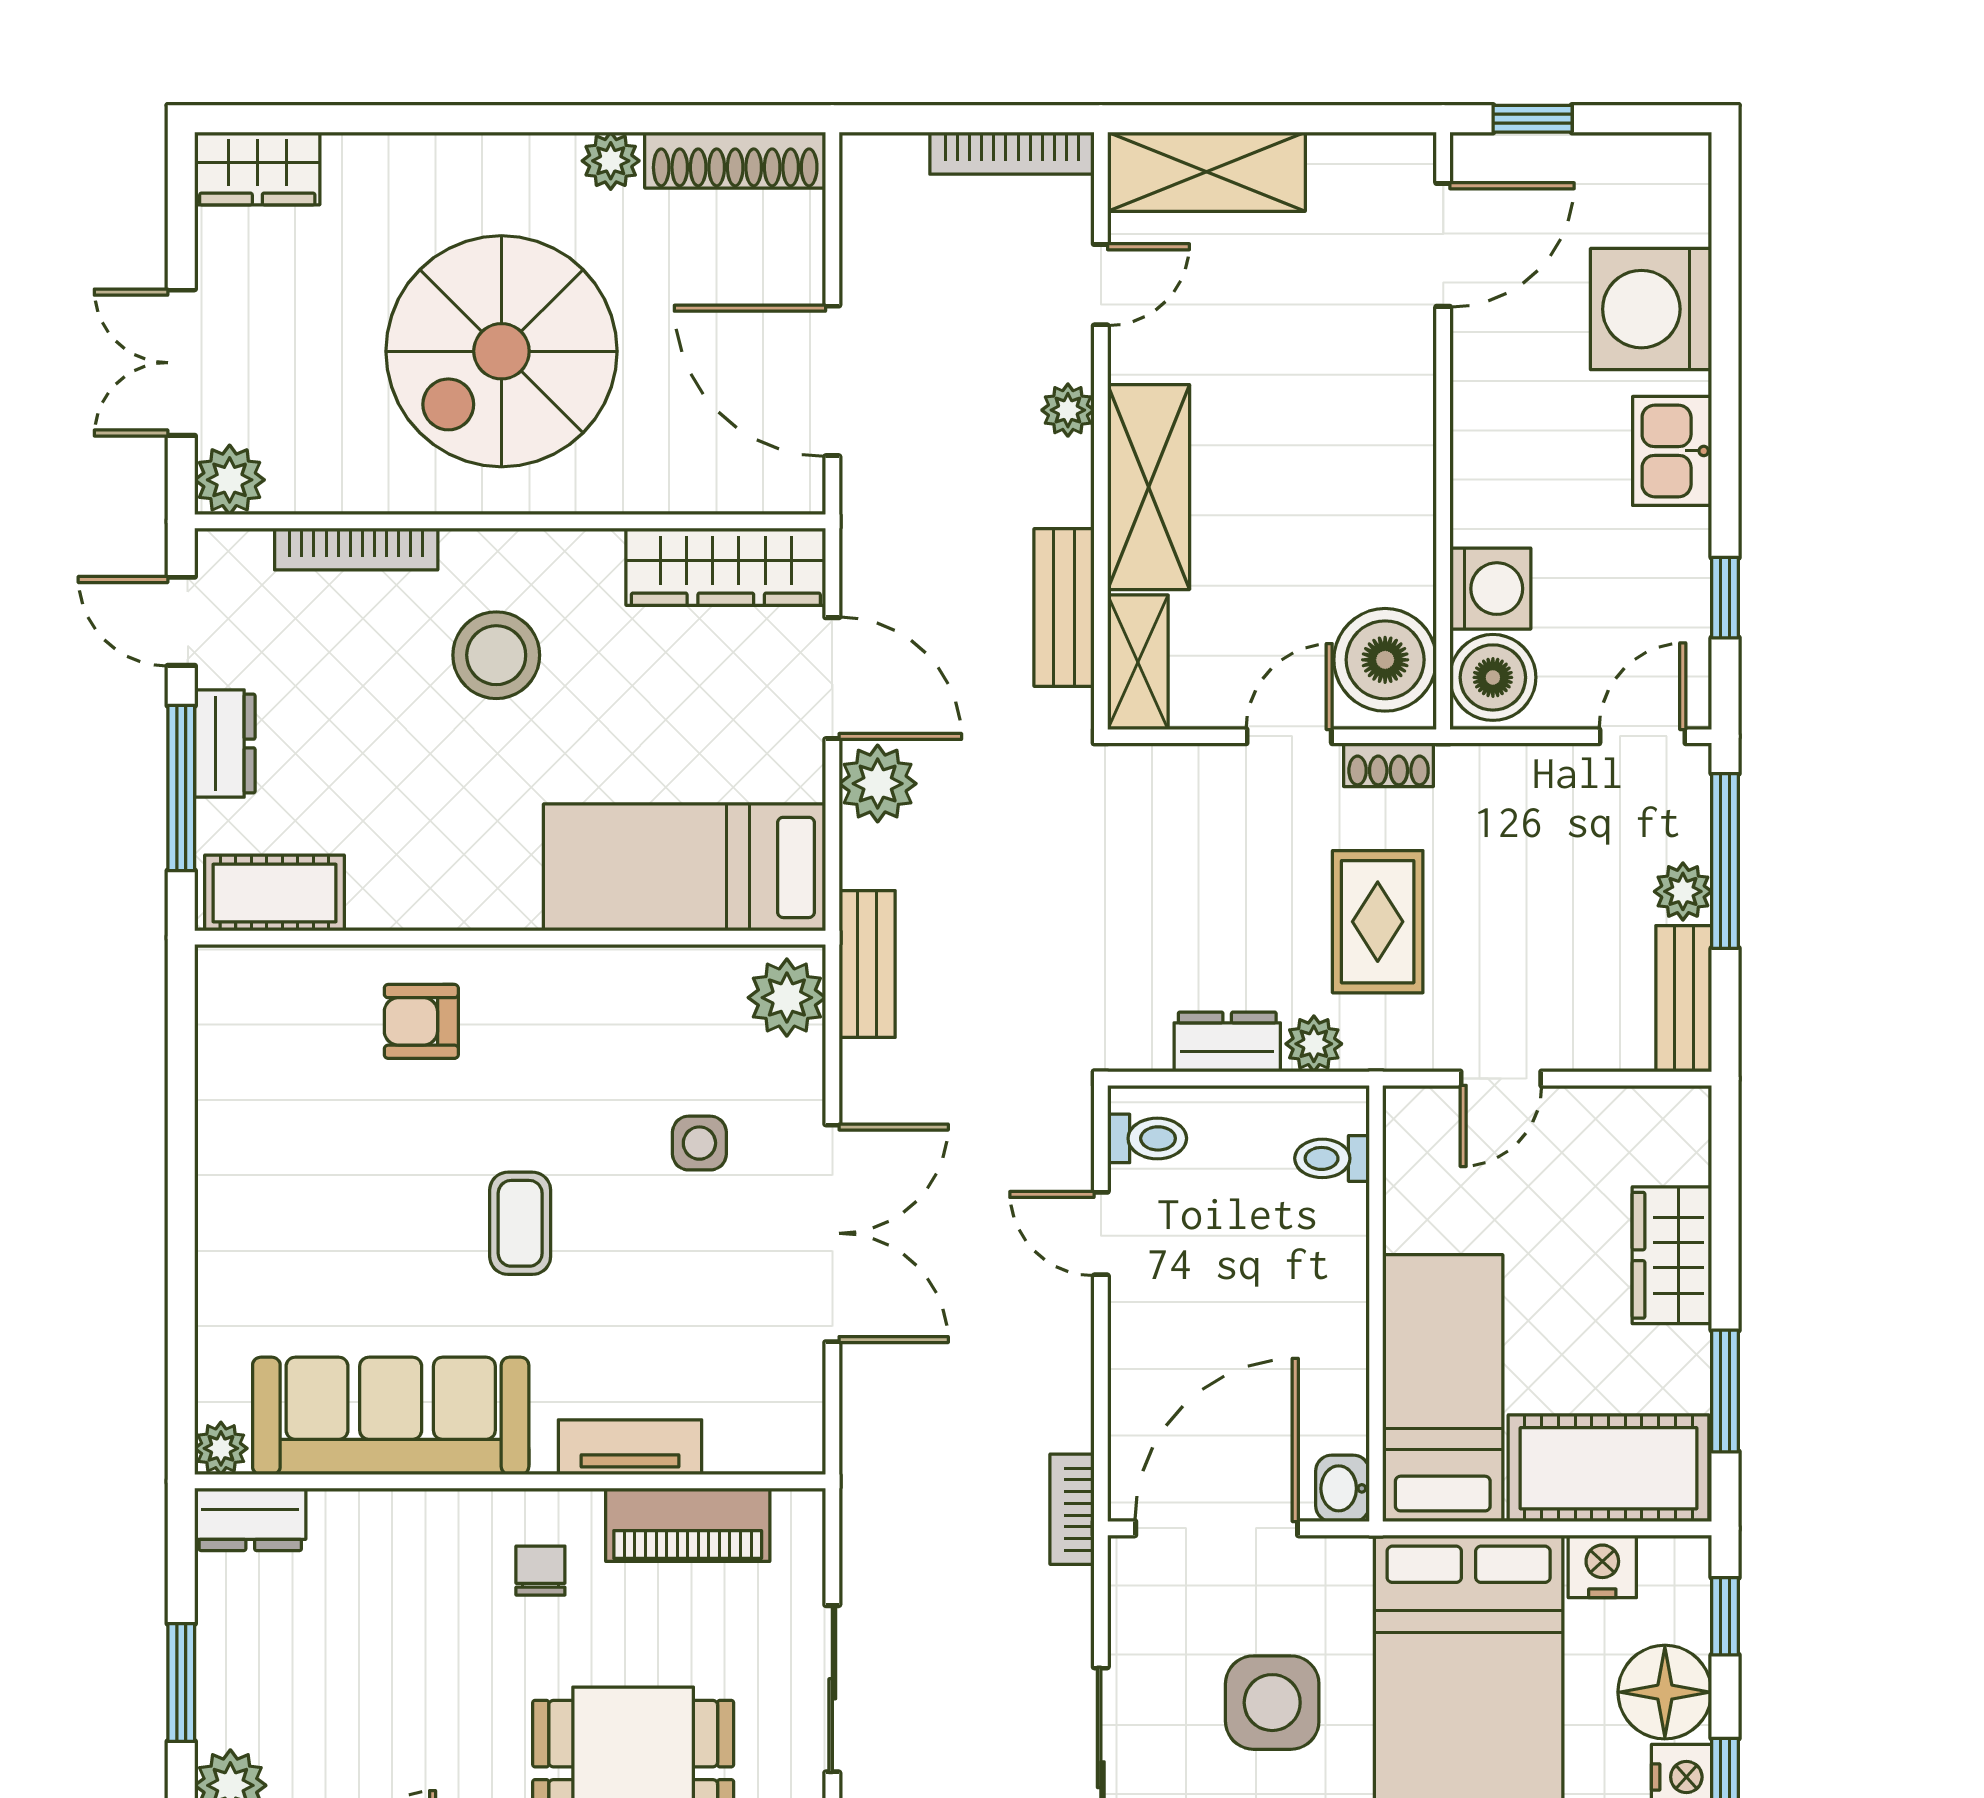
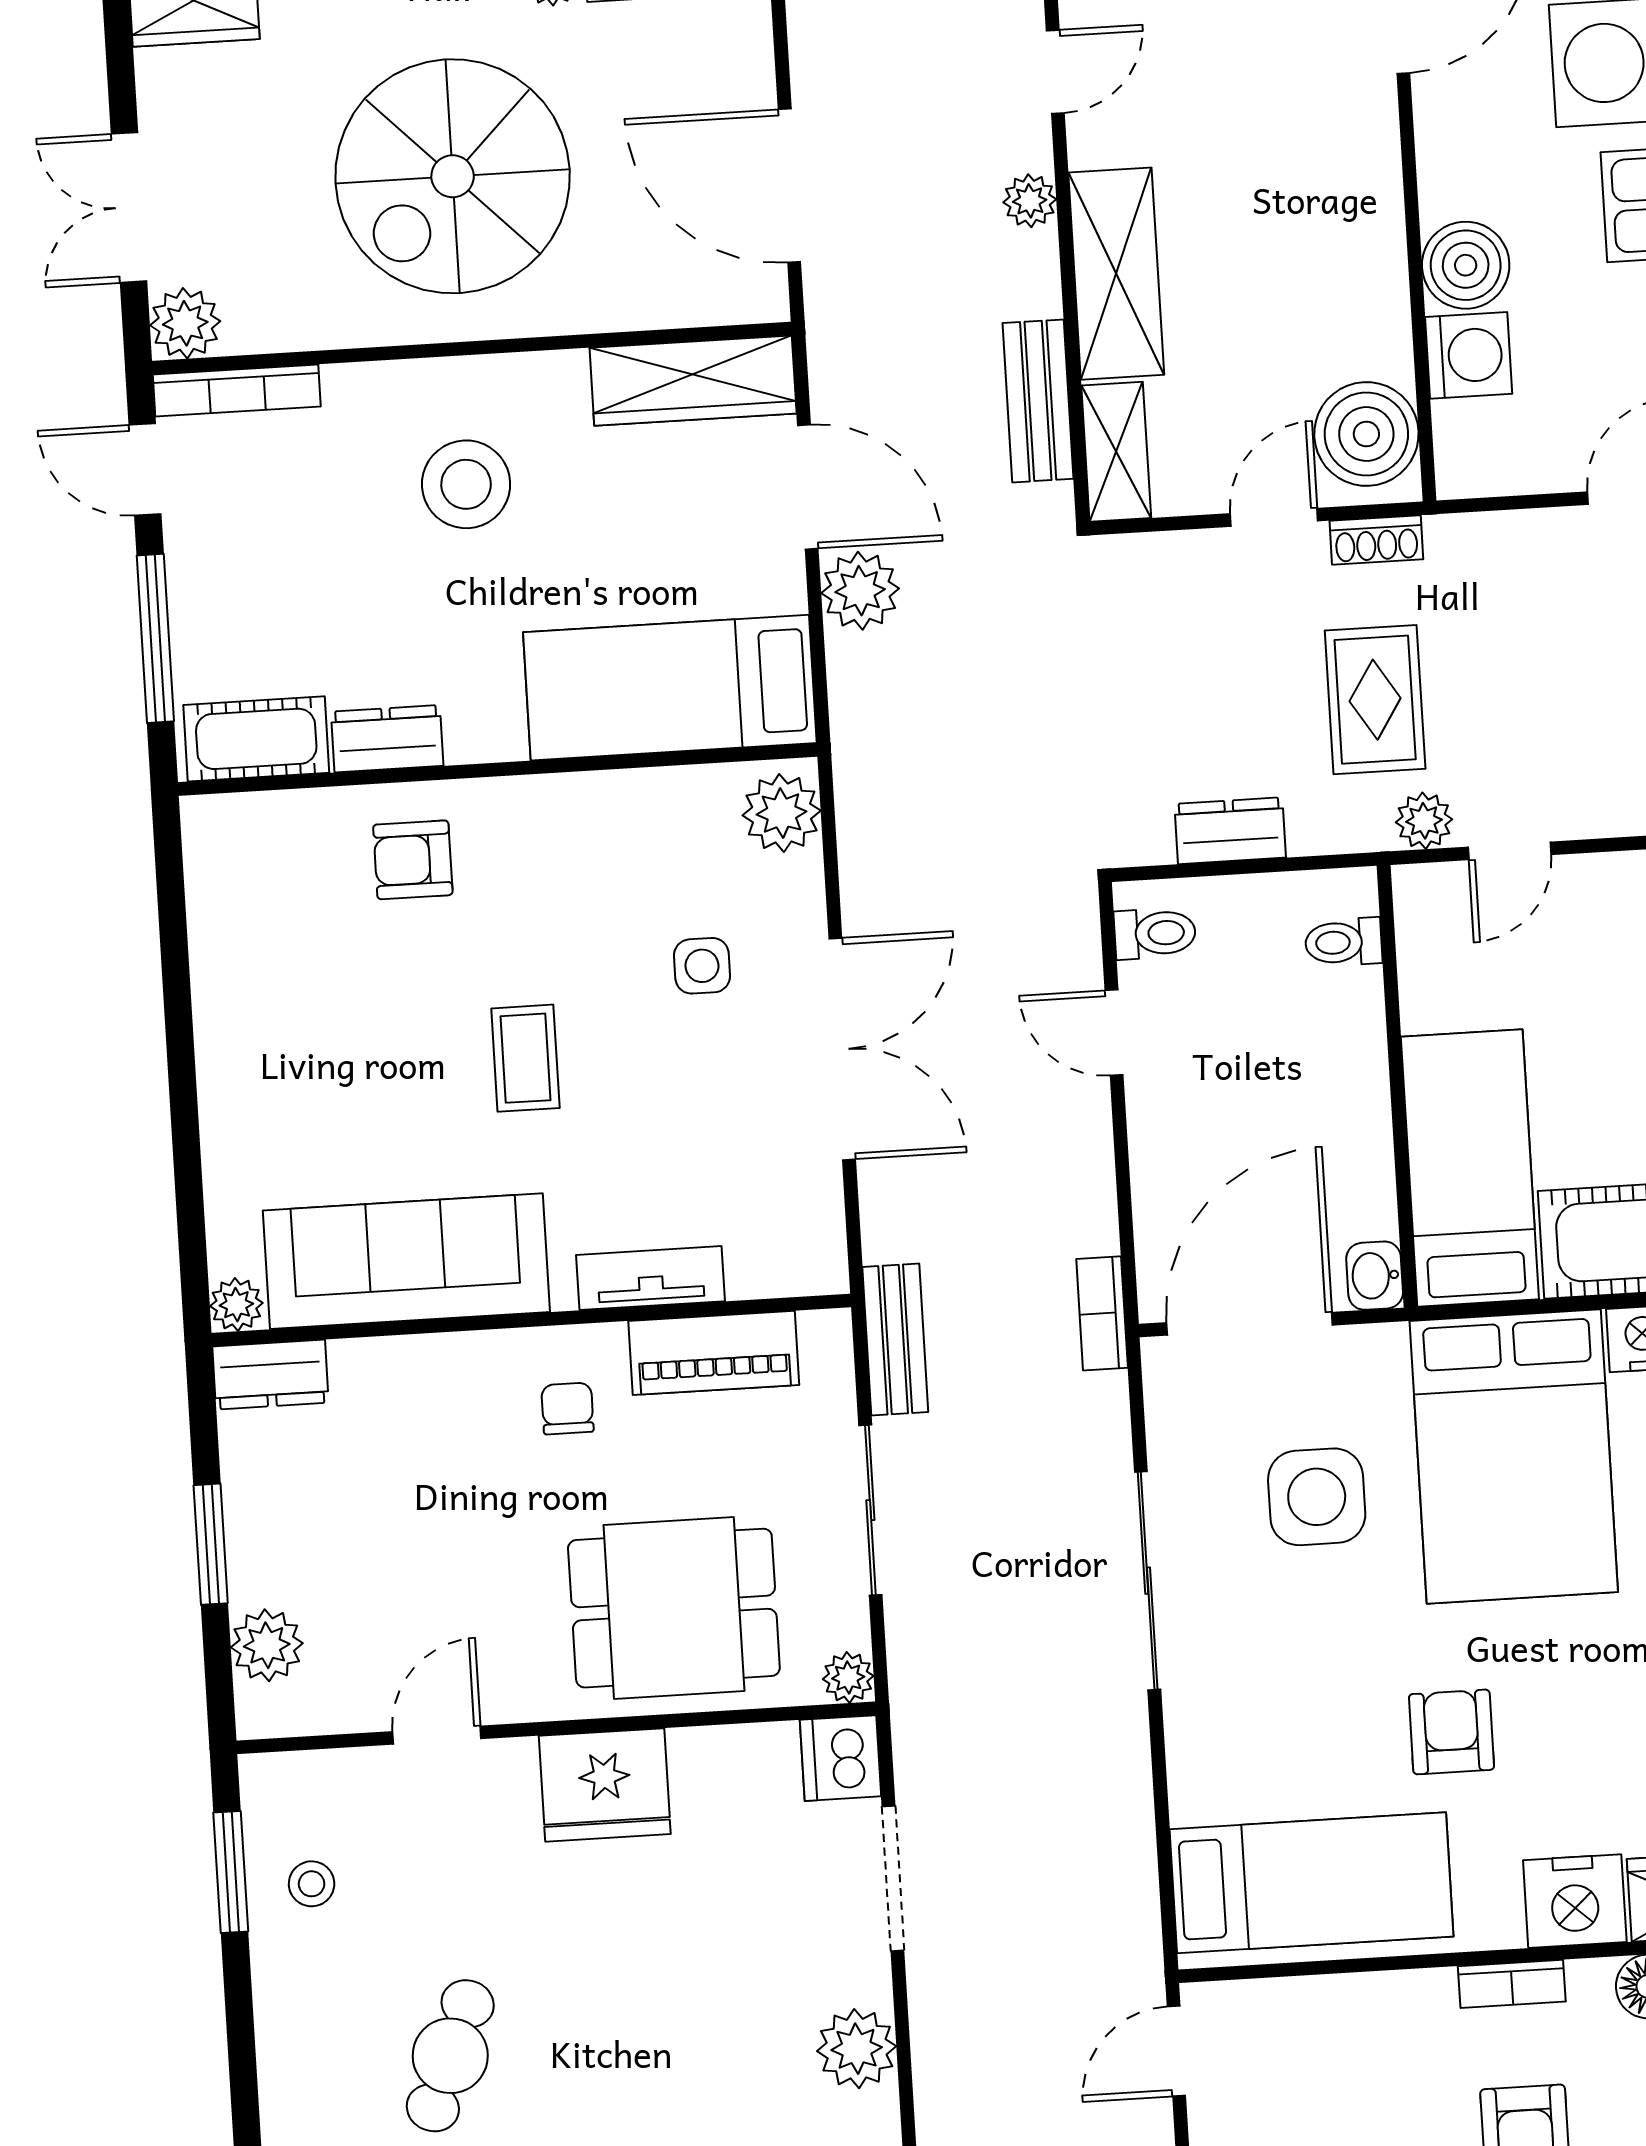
bookcase: (356, 549) -> (237, 391), moved
boiler: (1493, 677) -> (1466, 265), moved
dresser: (225, 744) -> (387, 739), moved, turned -90
bench: (867, 964) -> (895, 1339), moved
plant: (1314, 1044) -> (1424, 821), moved

